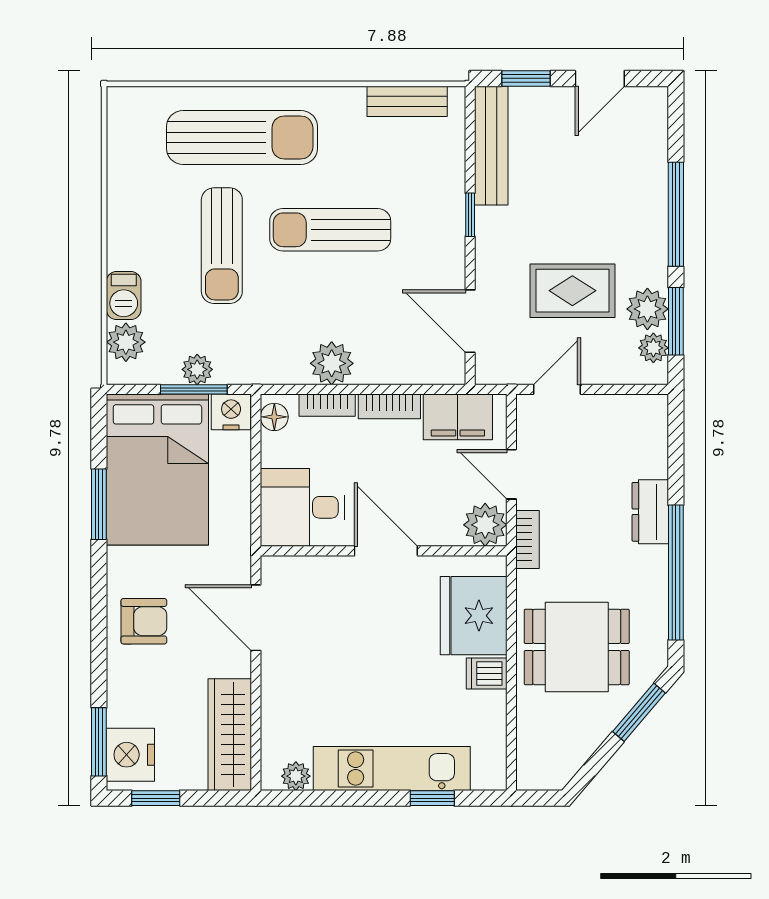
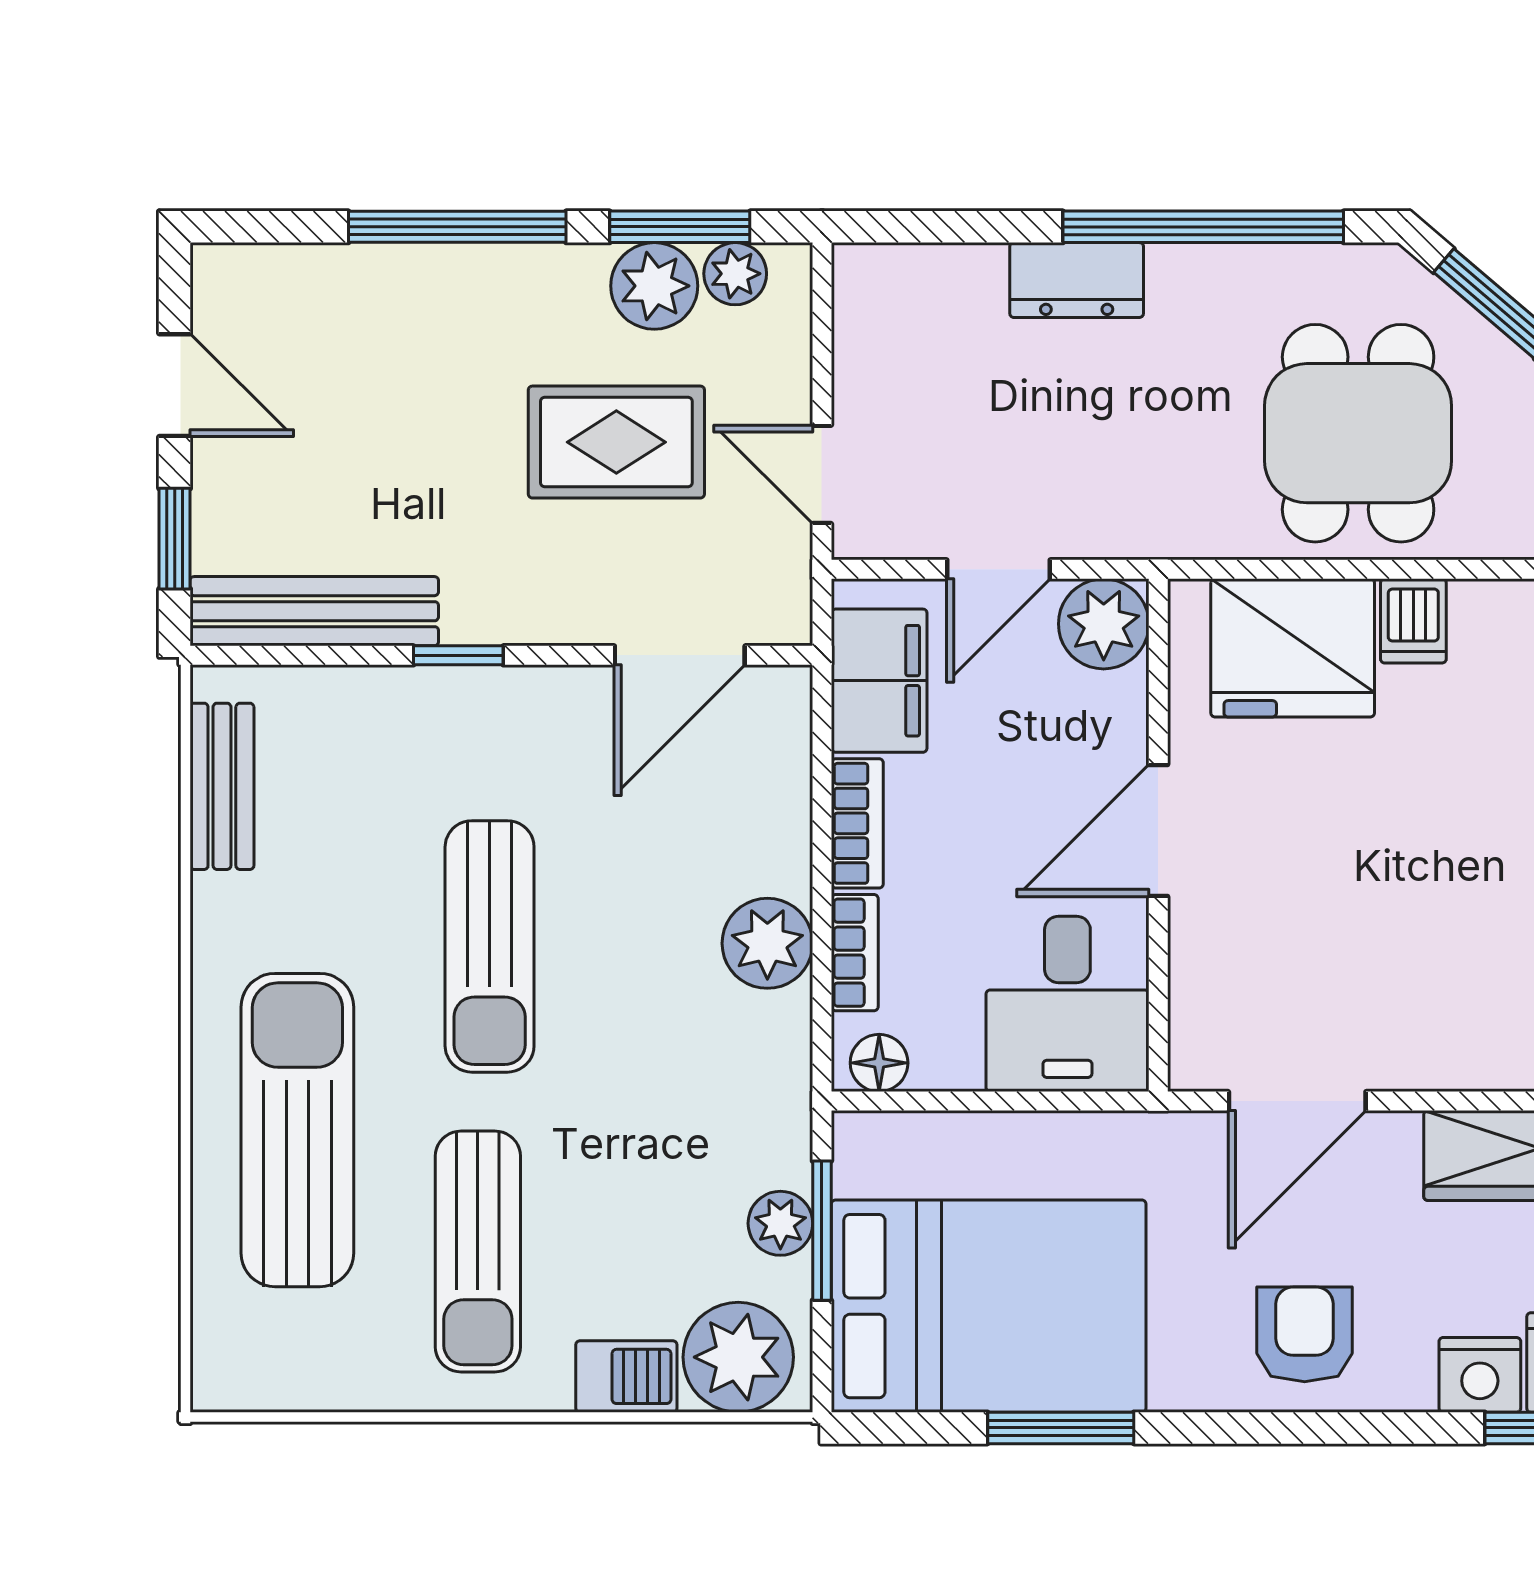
sun lounger: (222, 246) -> (478, 1252), moved, turned 90
rug: (572, 291) -> (616, 442), turned 90
plant: (126, 342) -> (738, 1357), width x1.36, depth x1.36
nightstand: (231, 412) -> (1480, 1375), moved, turned -90
bookcase: (527, 539) -> (1134, 536), removed

